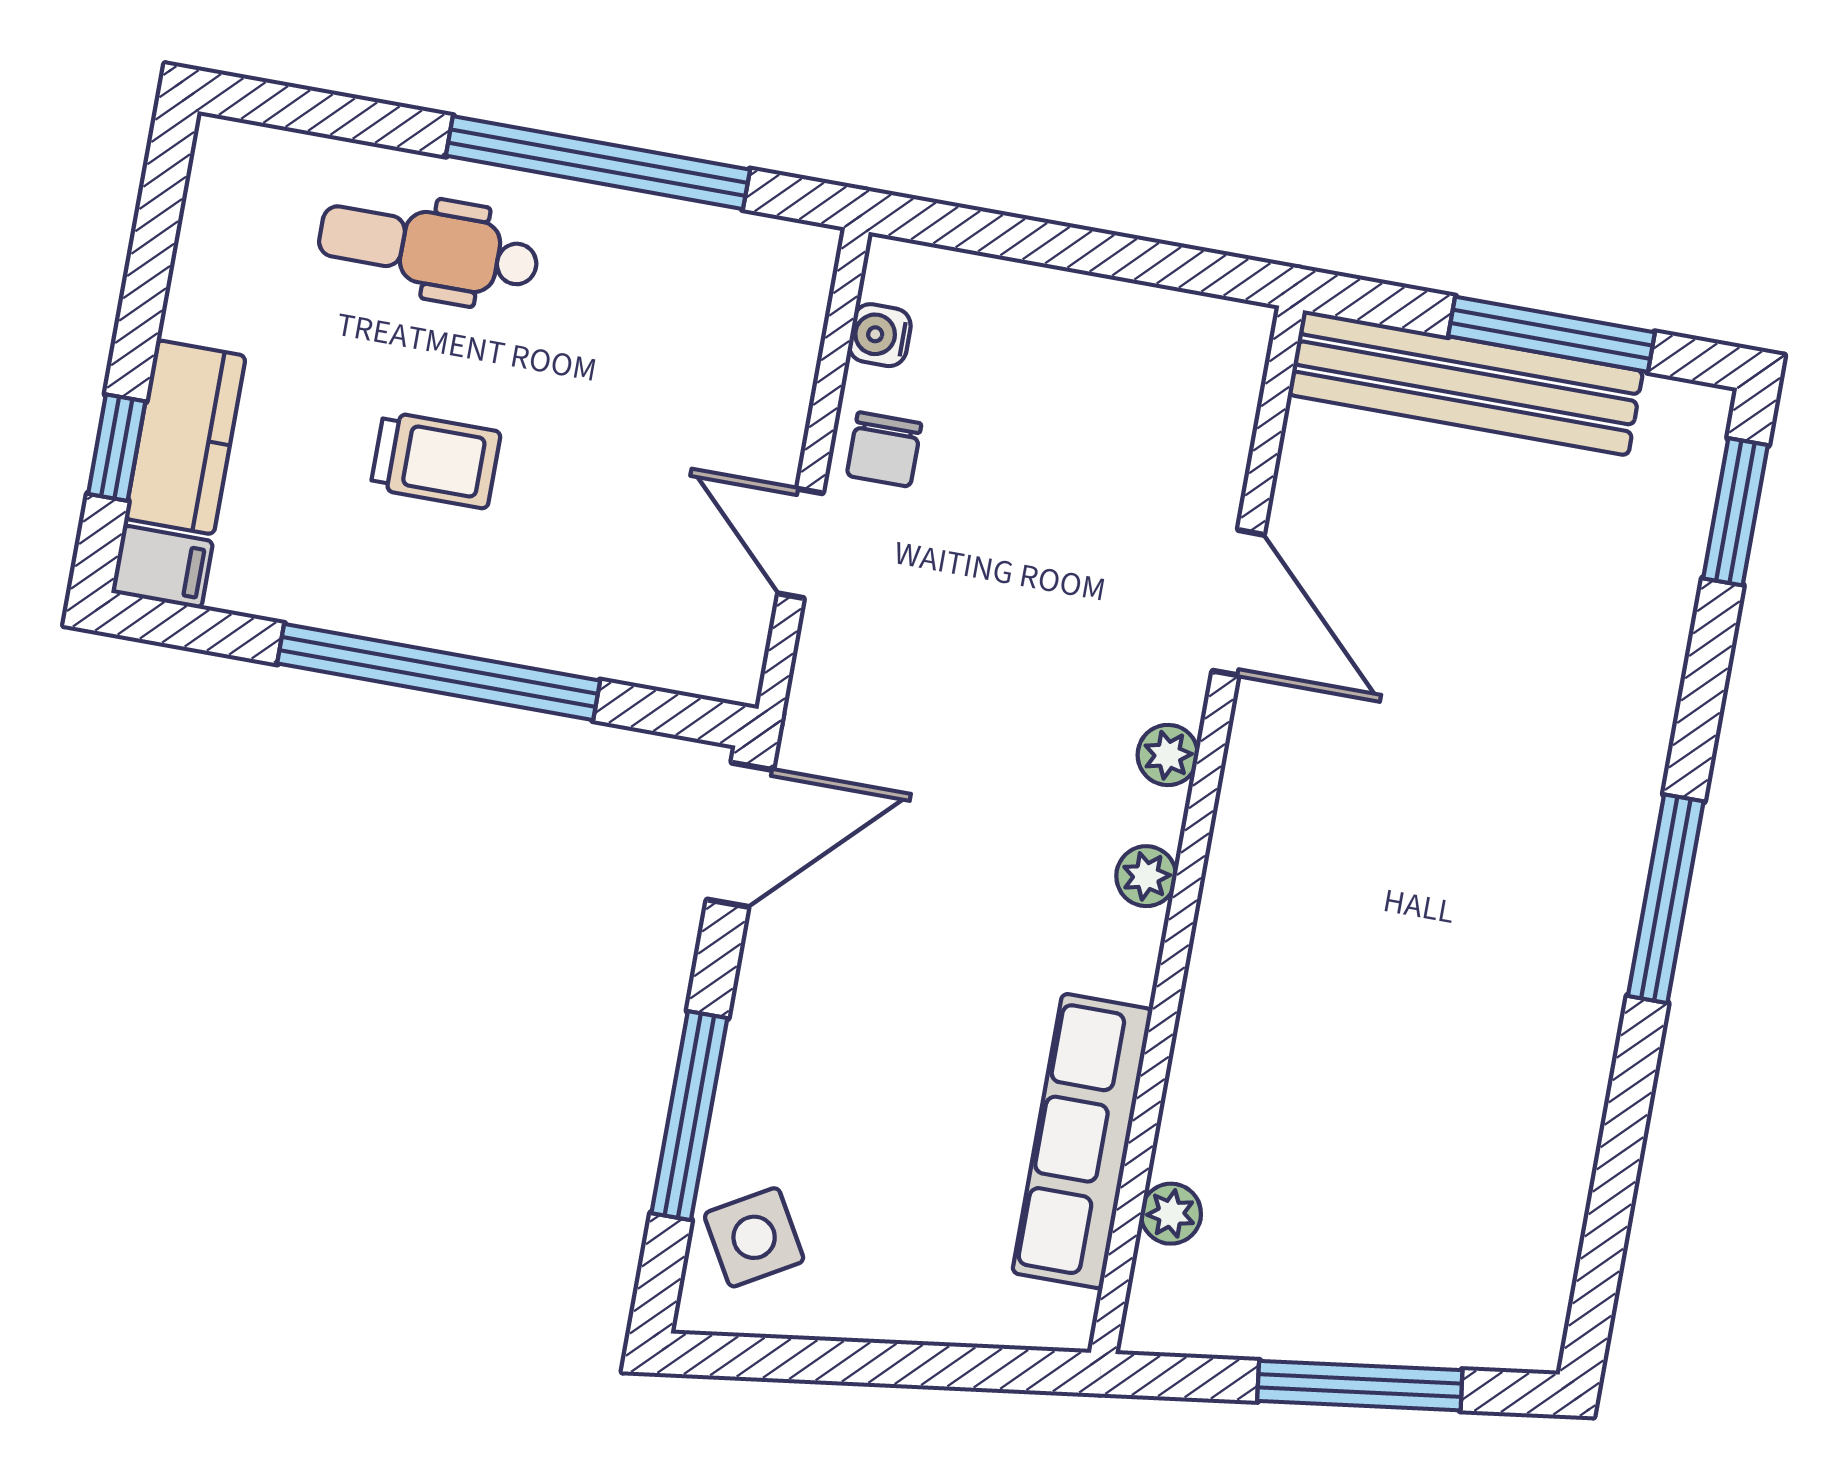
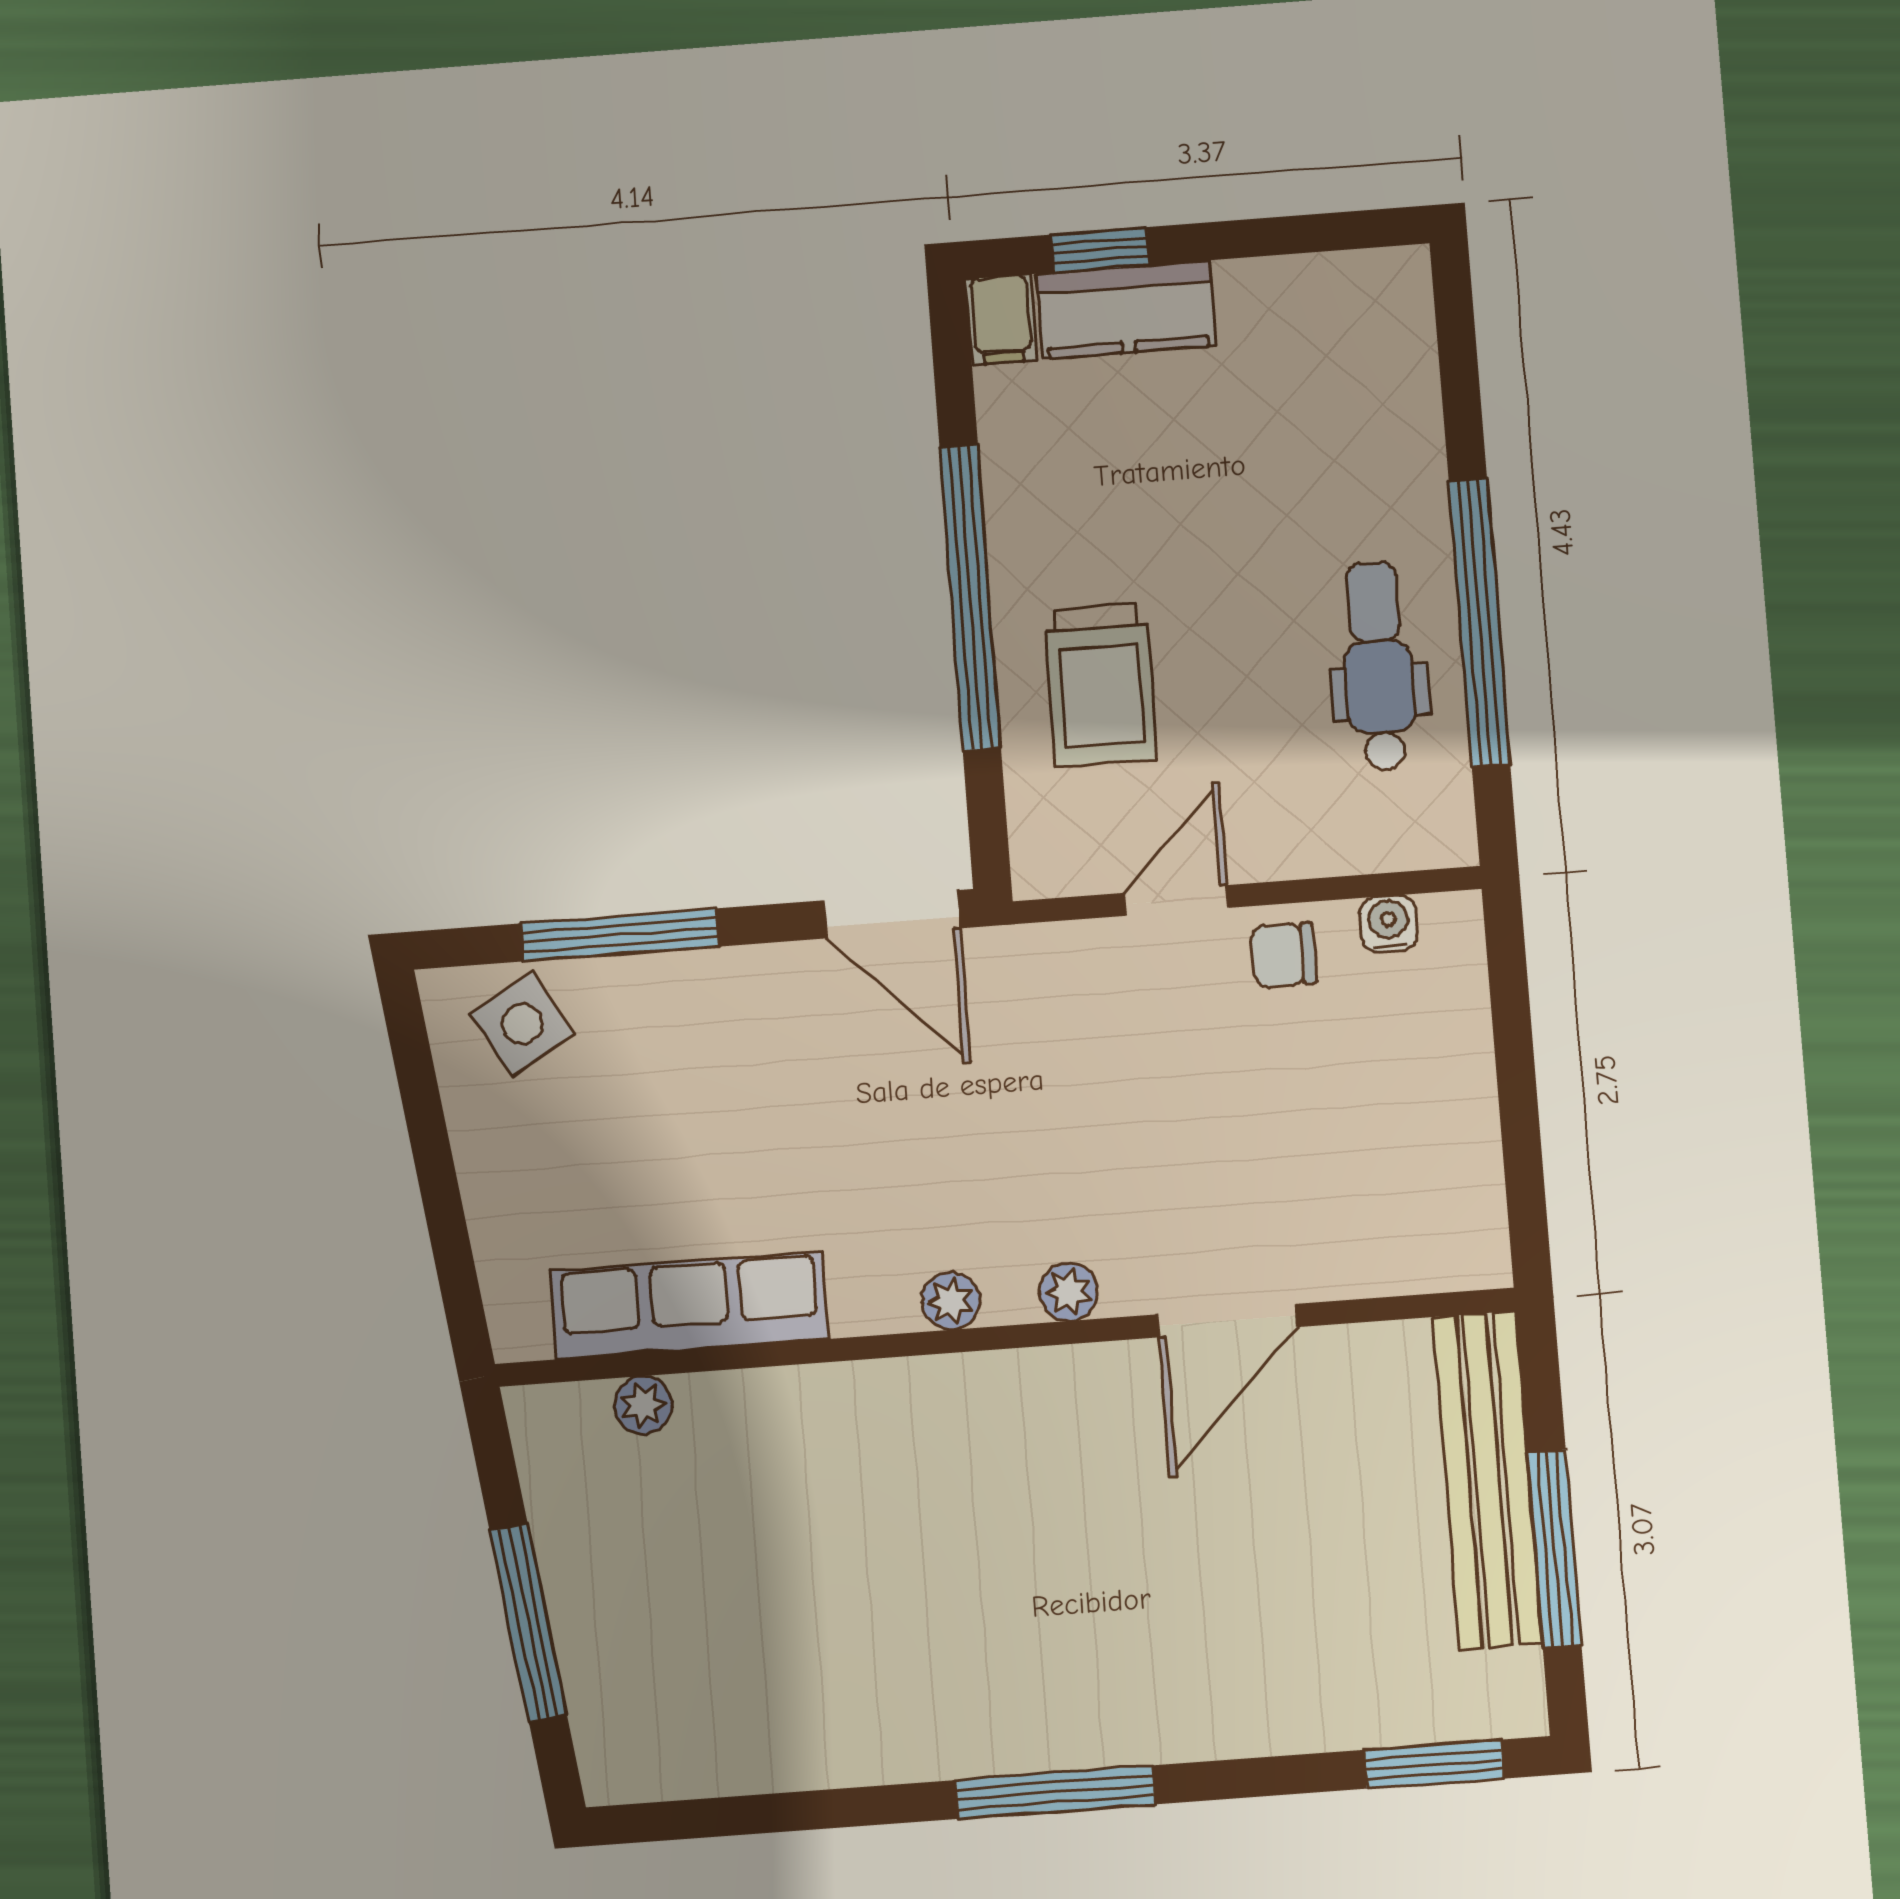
dental chair: (429, 248) -> (1378, 666), moved
trolley: (436, 460) -> (1101, 685), moved, width x1.36, depth x1.39

